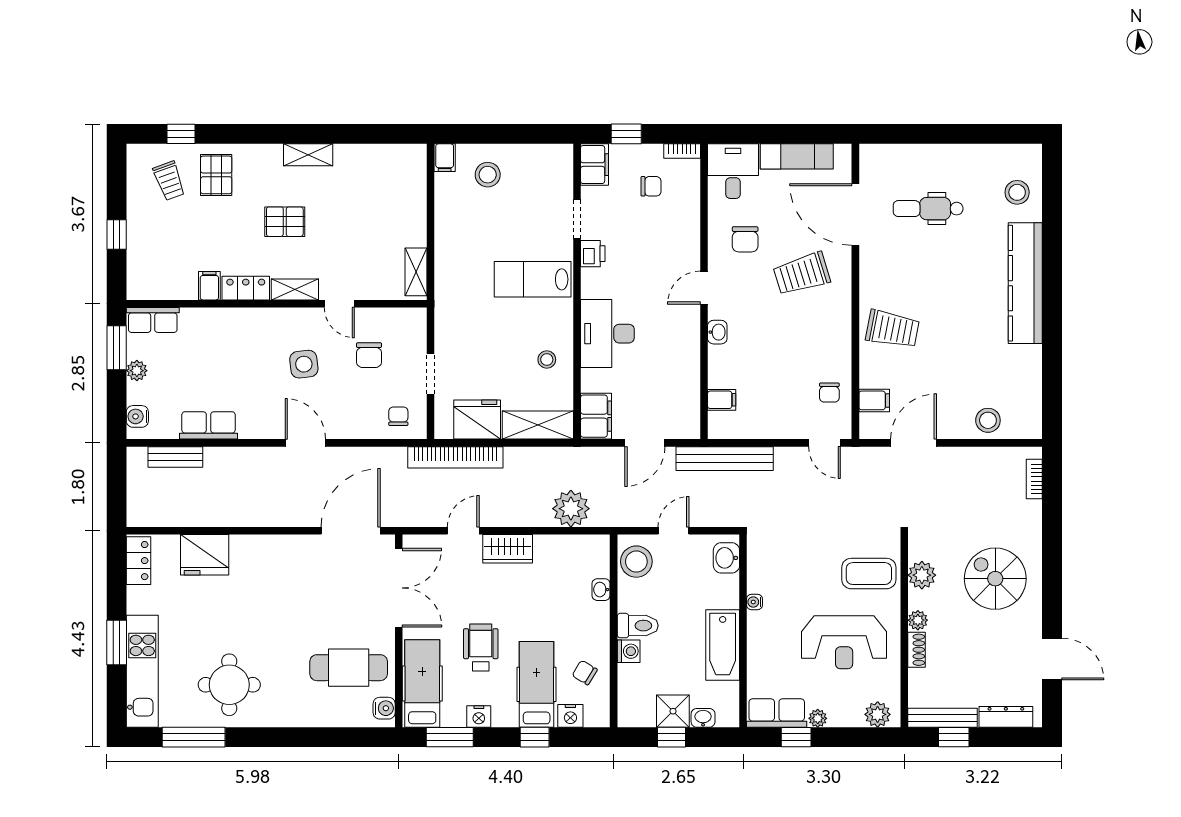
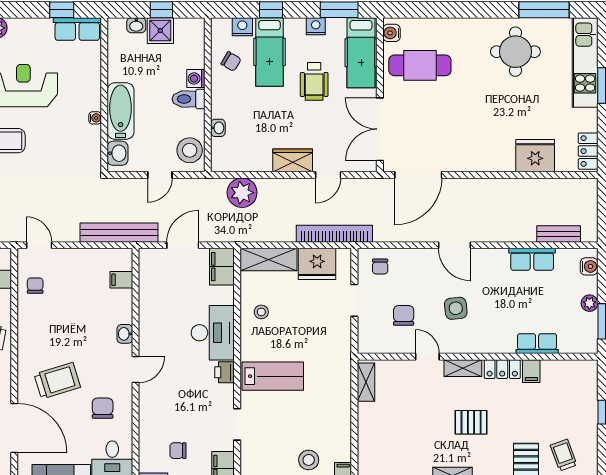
printer: (593, 254) -> (224, 372), moved
row of seats: (153, 320) -> (537, 344), moved
bathtub: (723, 645) -> (121, 111), moved
plant: (818, 718) -> (44, 25), removed

